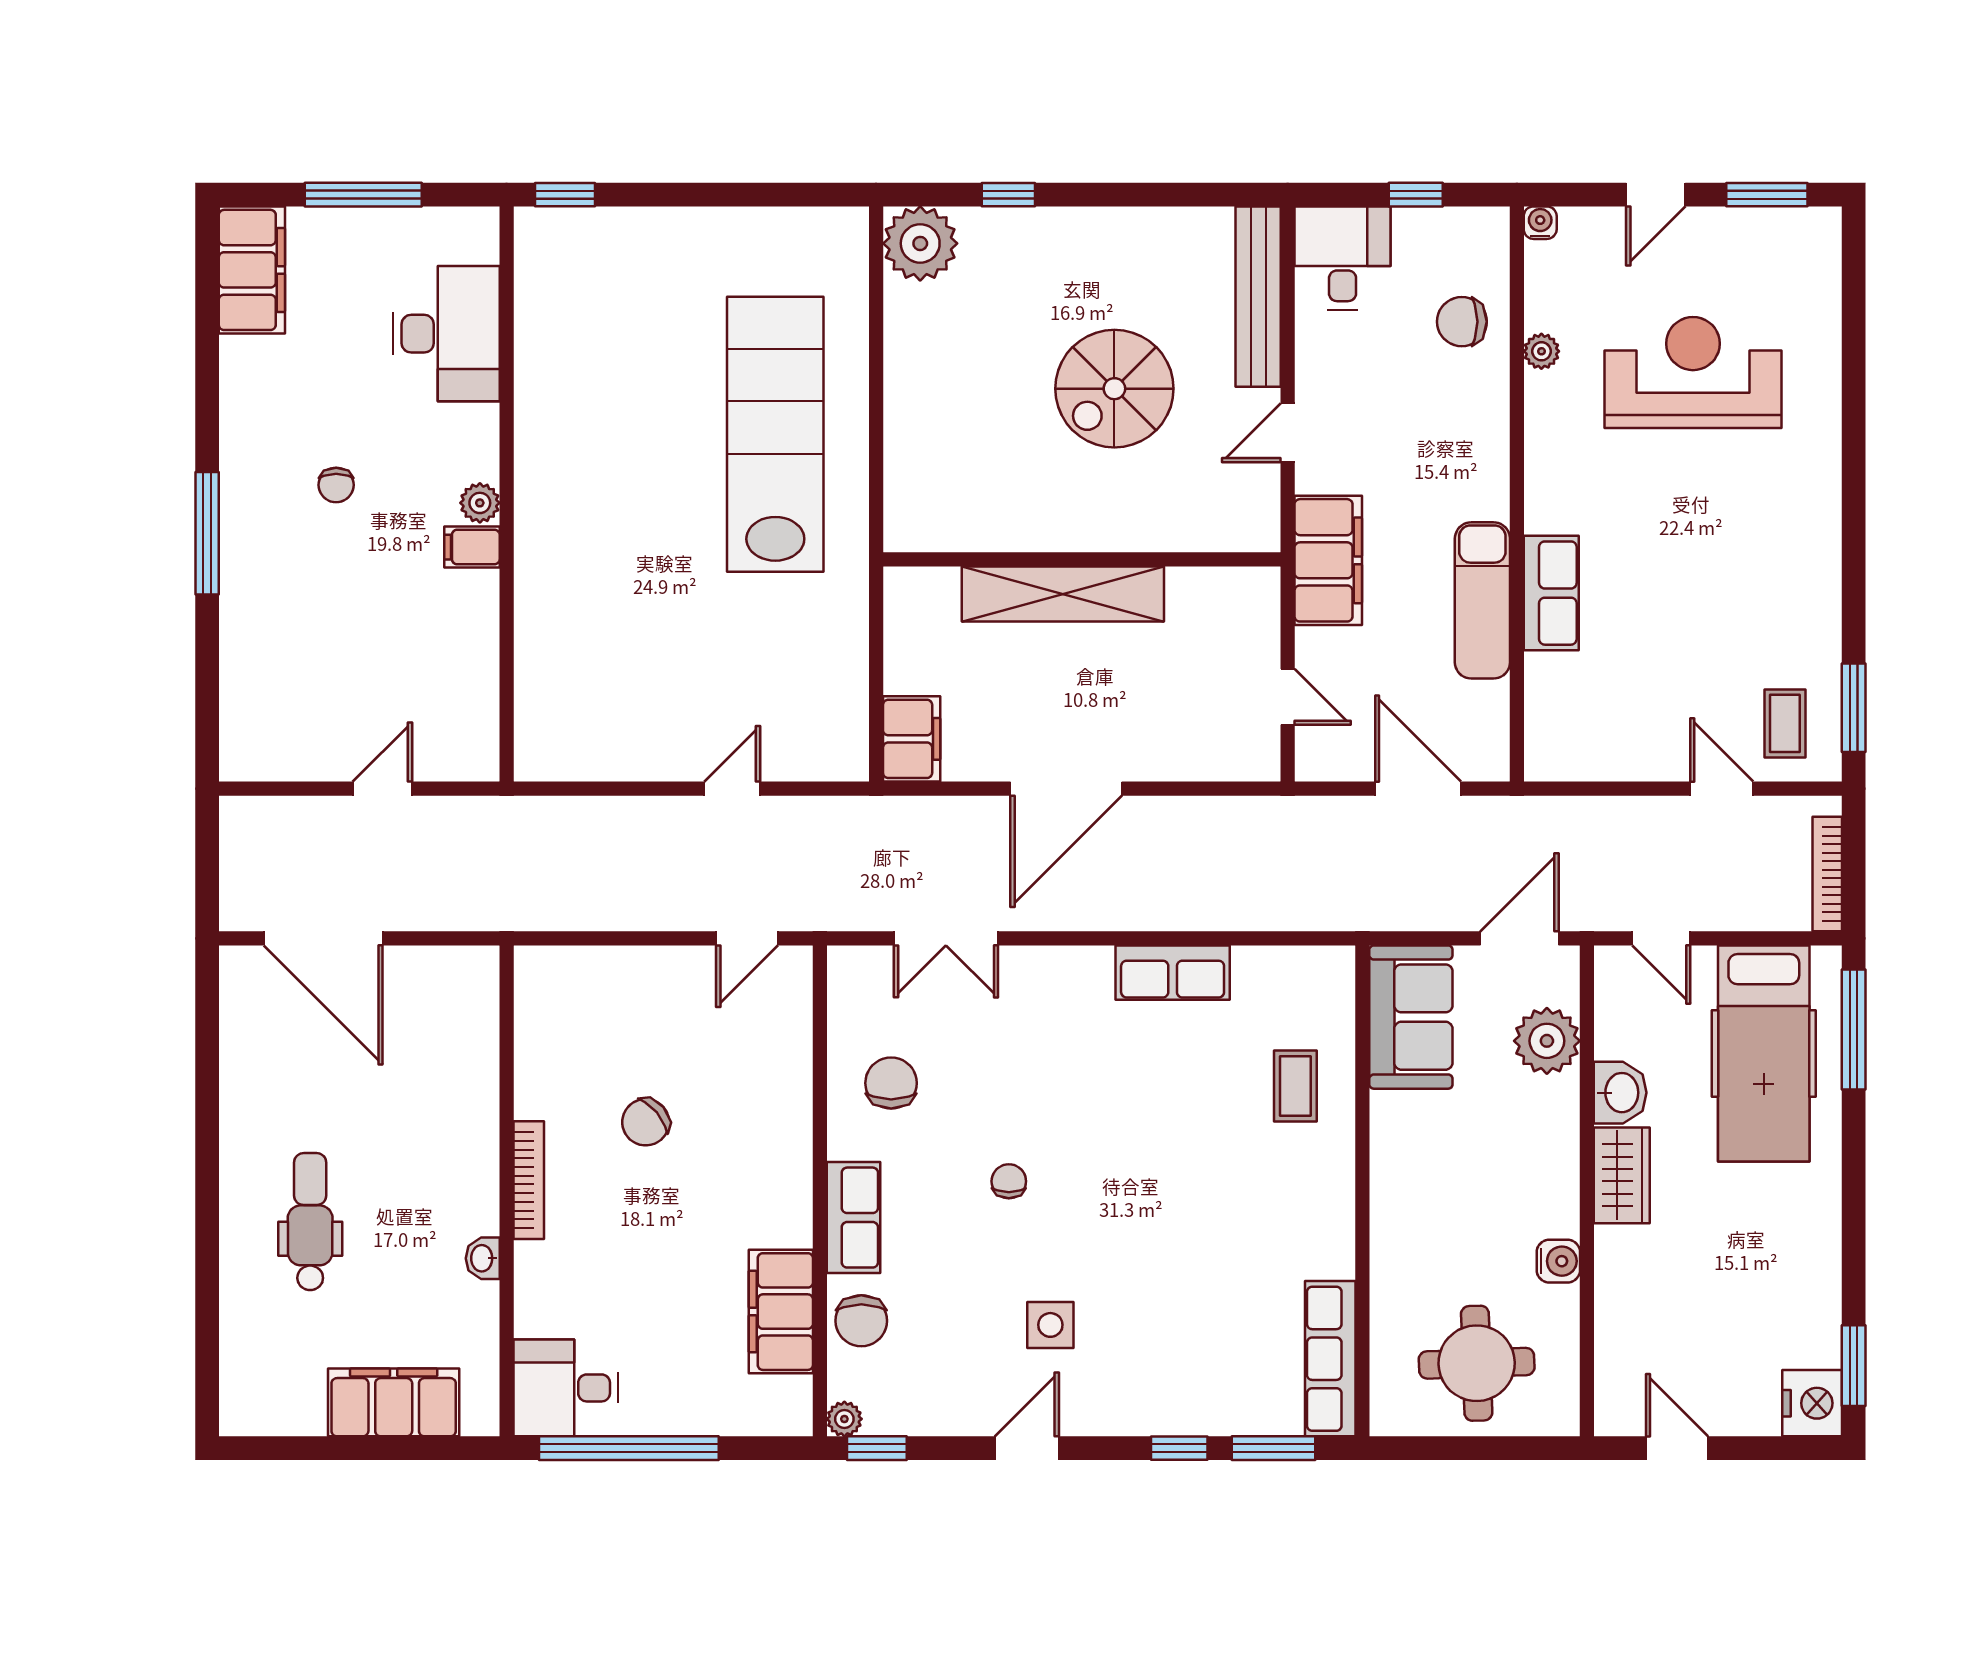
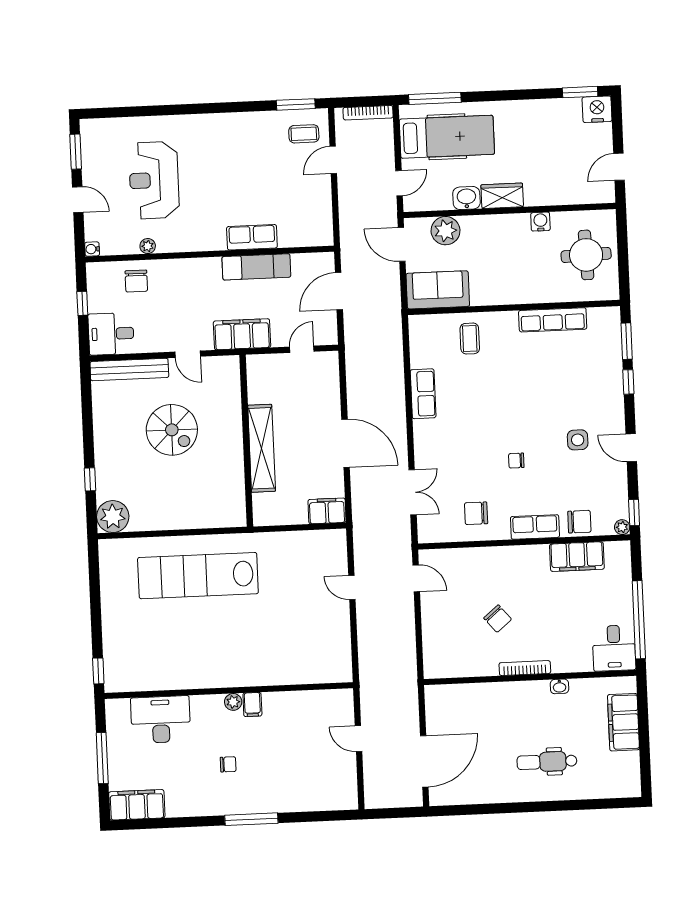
coffee table: (1295, 1086) -> (470, 339), turned 90
row of seats: (1330, 1359) -> (553, 320), moved

